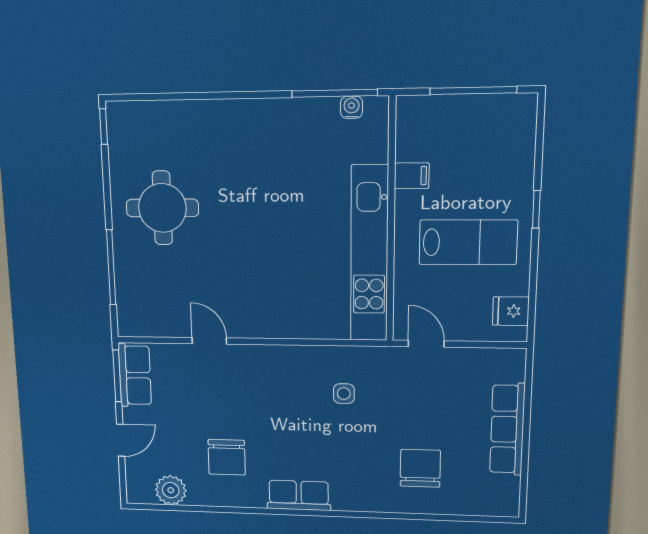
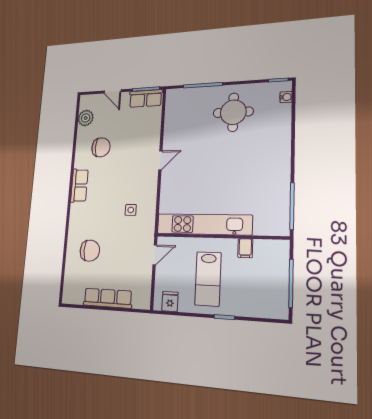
water cooler: (352, 107) -> (286, 97), moved
door: (209, 341) -> (160, 160), moved
chair: (227, 457) -> (101, 147), turned 180

